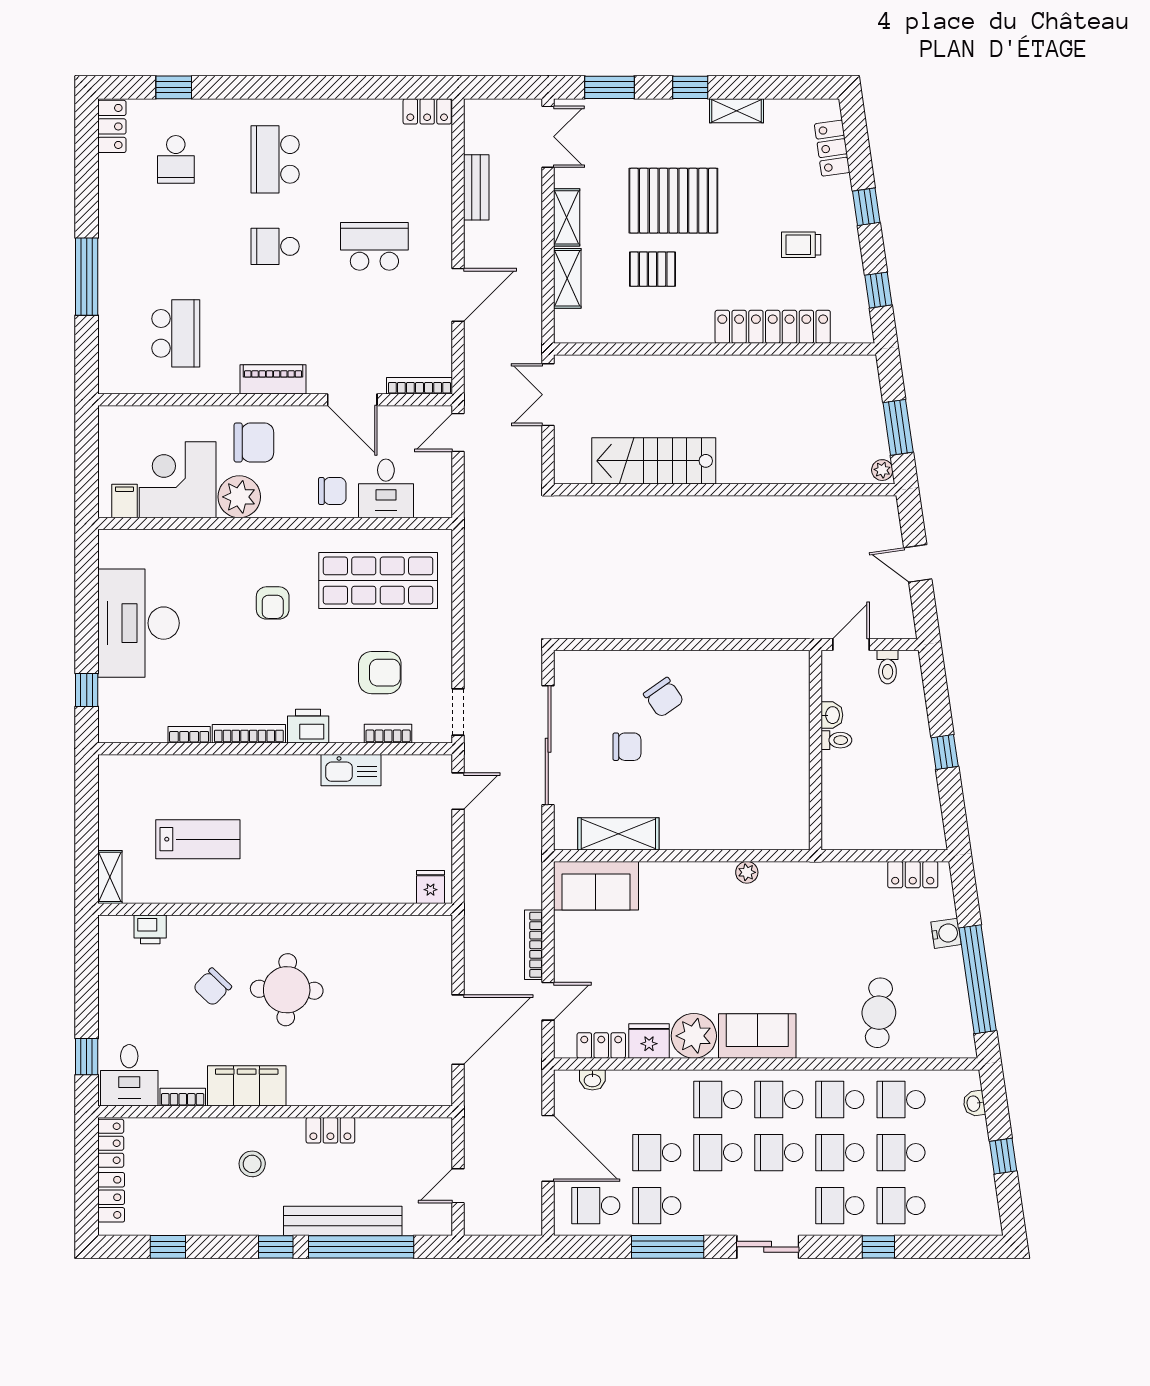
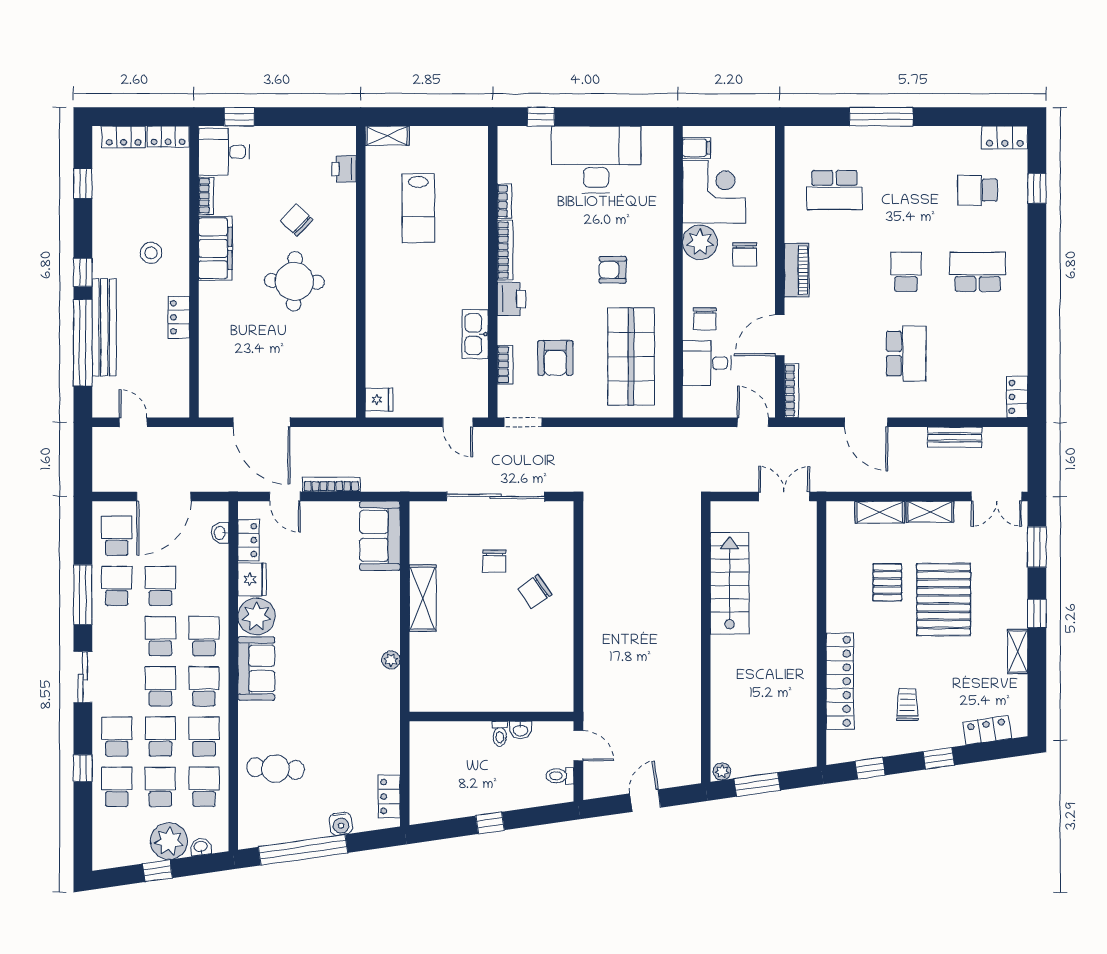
chair: (254, 442) -> (745, 254), width x0.73, depth x0.73
shelving: (618, 834) -> (423, 598), moved
plant: (967, 1142) -> (169, 841), added

